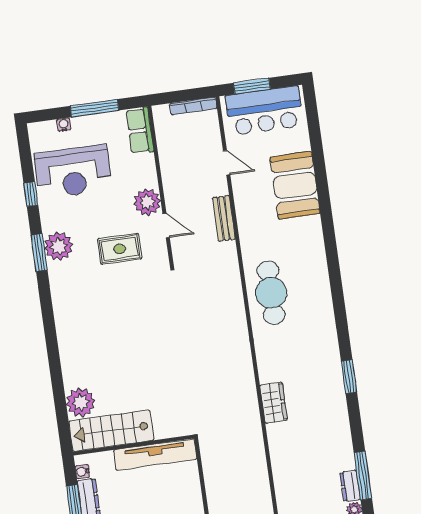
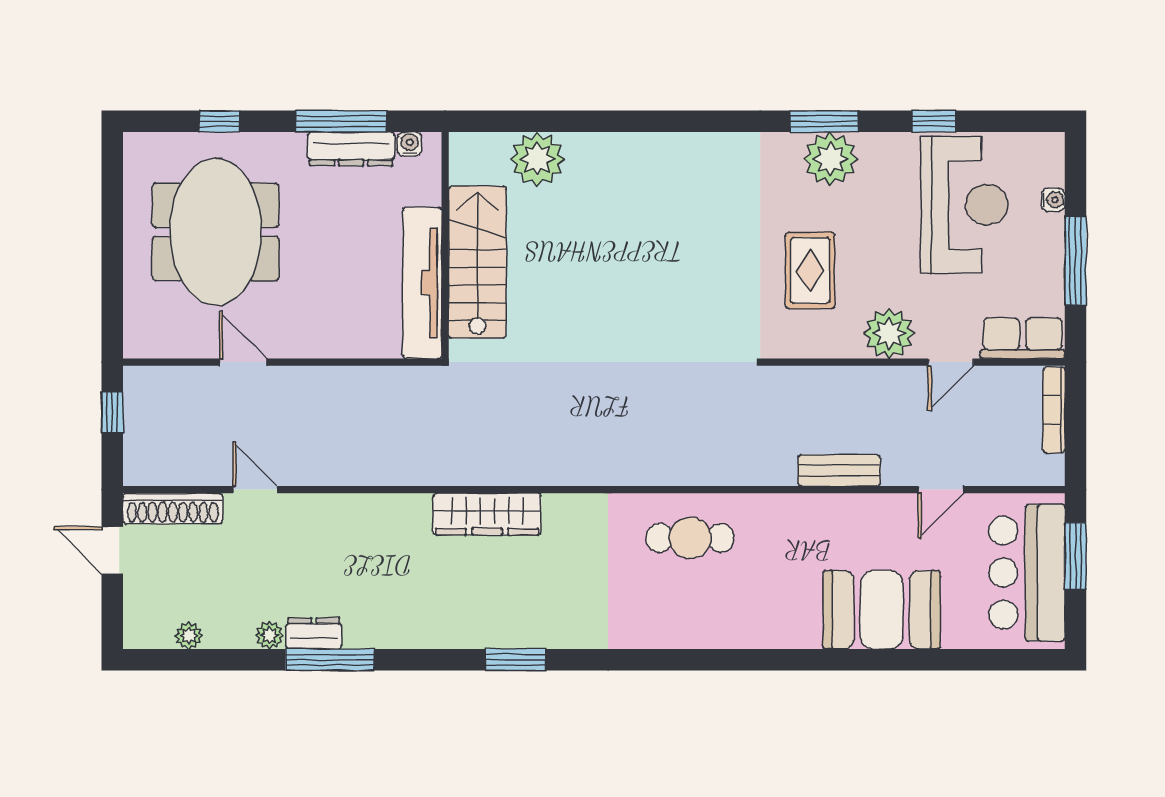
bookcase: (193, 106) -> (1054, 410), moved
reception desk: (73, 172) -> (964, 205), turned 180
door: (166, 226) -> (951, 362), moved
cafe table: (271, 293) -> (690, 538), width x0.73, depth x0.74
wardrobe: (274, 403) -> (487, 514), width x1.50
stairs: (111, 431) -> (477, 262), moved

